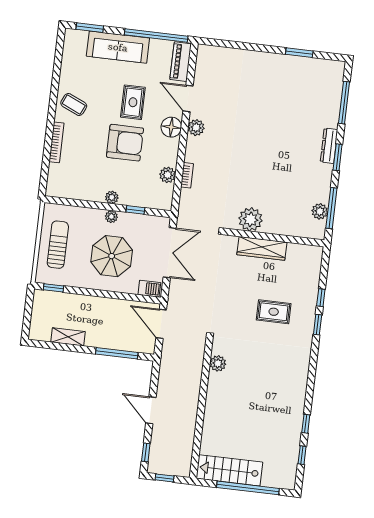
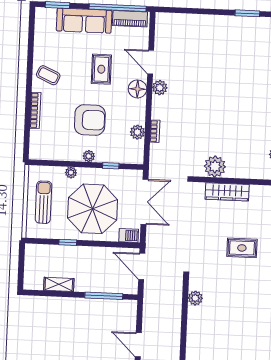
piano: (181, 62) -> (130, 19), moved, turned -90
armchair: (125, 143) -> (90, 120), moved
plant: (111, 217) -> (71, 173), moved
parasol: (112, 256) -> (93, 209), width x1.36, depth x1.36
window: (53, 288) -> (68, 242), moved

